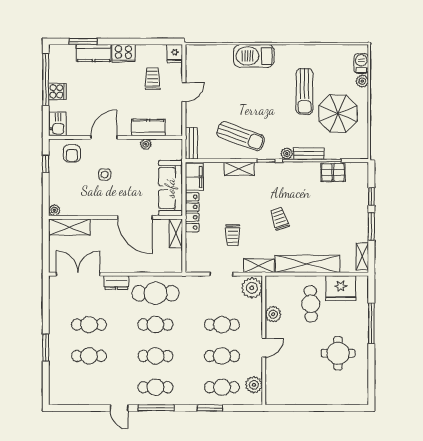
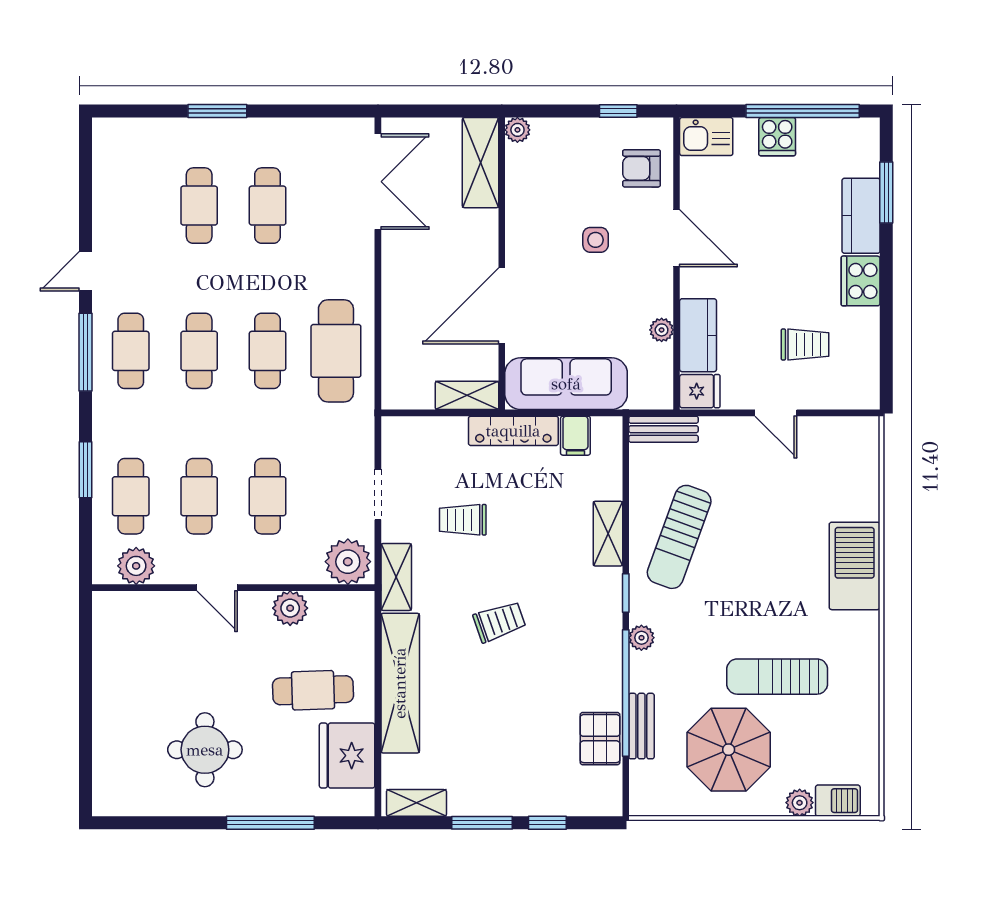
fridge: (175, 54) -> (700, 391), moved, turned 180
bench: (309, 153) -> (641, 726), moved
filing cabinet: (194, 177) -> (575, 436), width x0.50
dresser: (116, 282) -> (360, 266), removed

